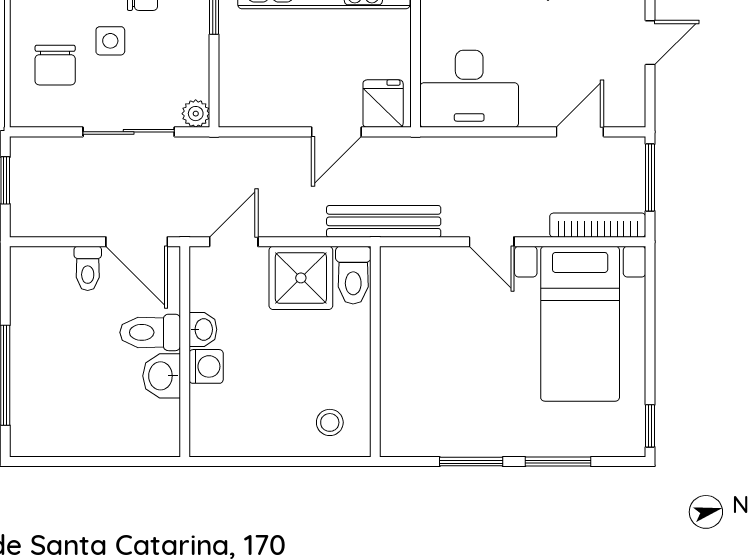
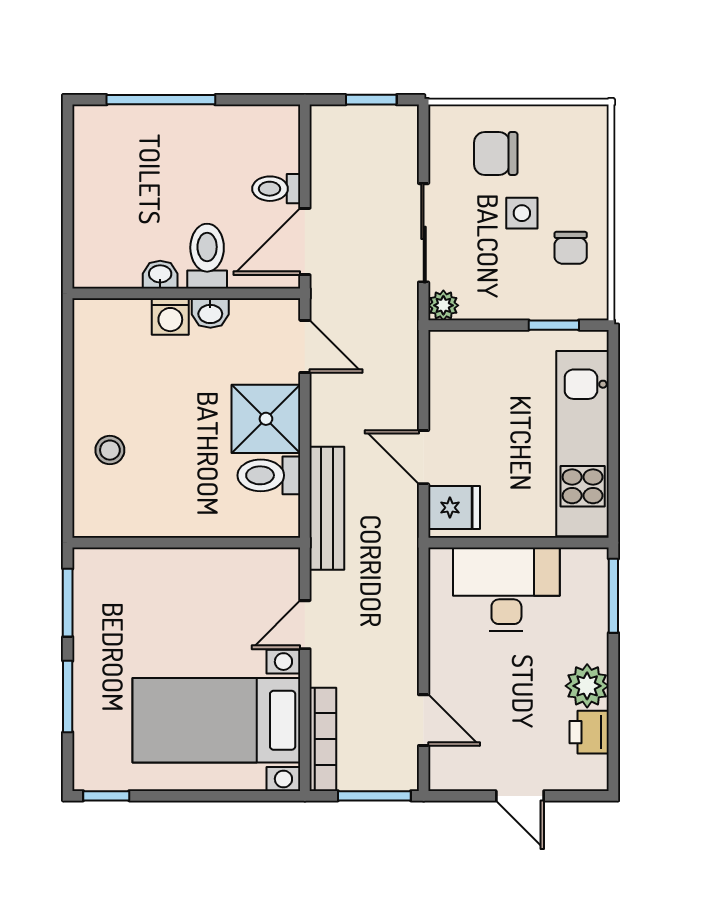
desk: (469, 89) -> (506, 589), moved, turned 90
wall: (375, 352) -> (186, 543), moved
washbasin: (162, 376) -> (160, 275), width x0.72, depth x0.69

